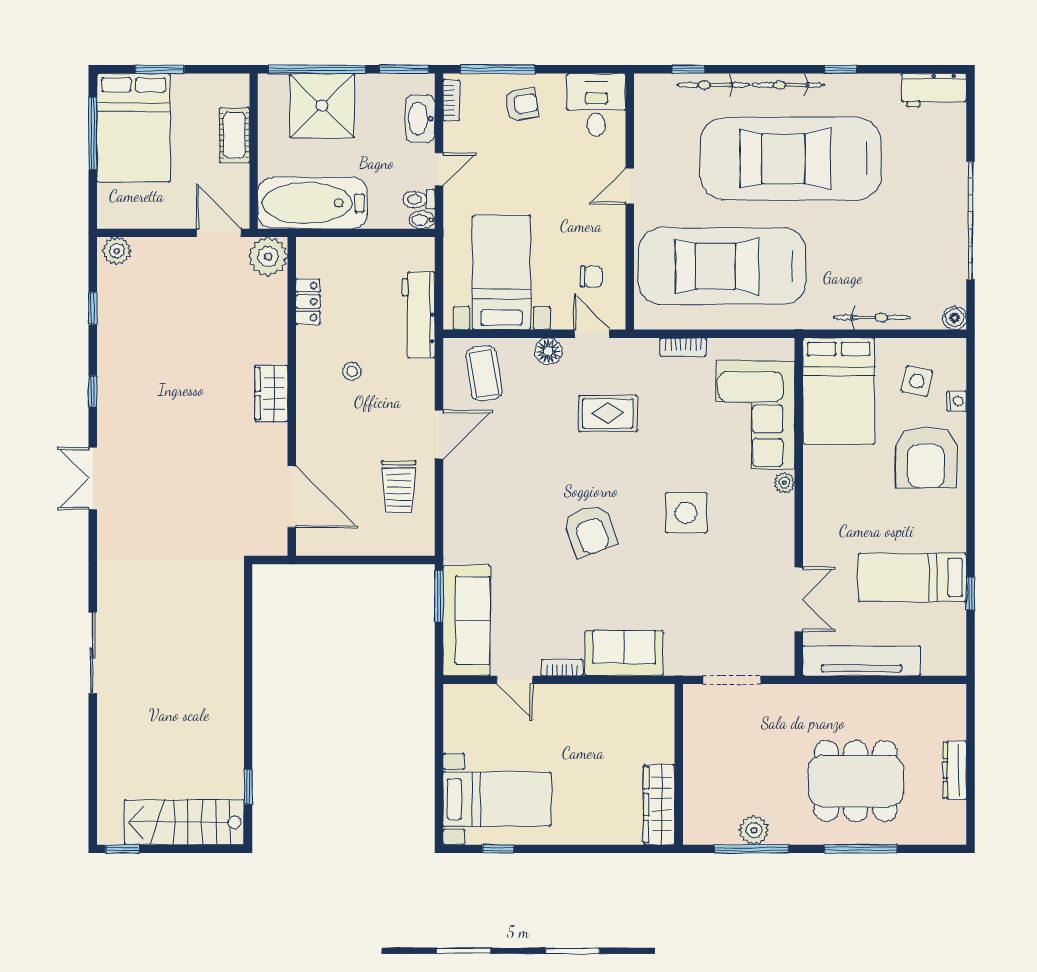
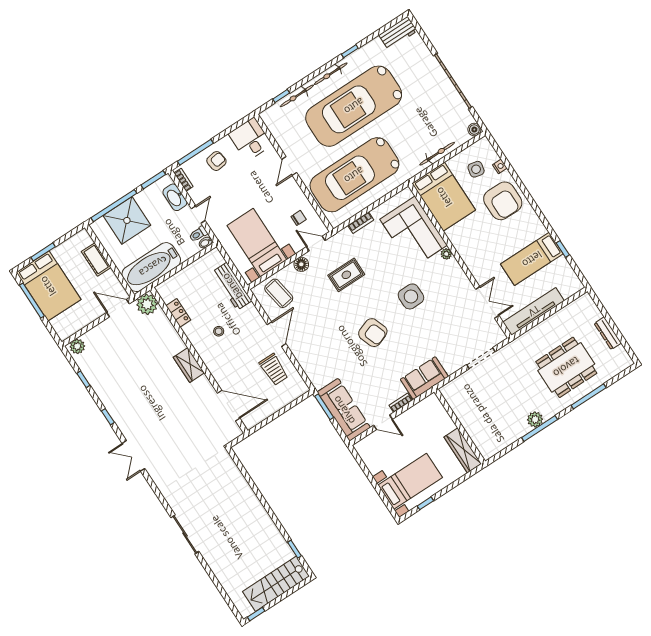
wall: (679, 764) -> (460, 426), moved
wardrobe: (659, 805) -> (463, 450), moved

